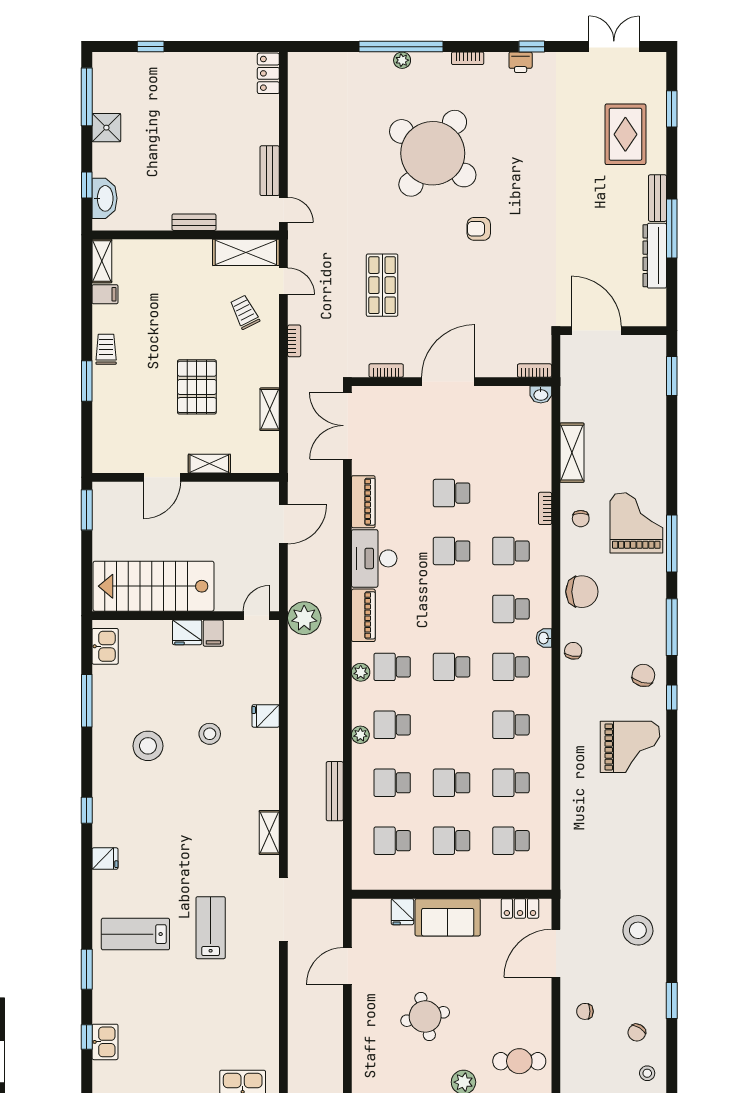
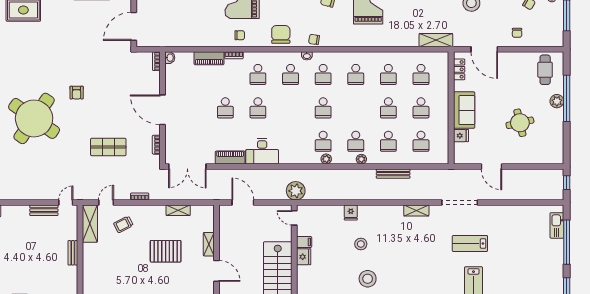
shelving: (572, 453) -> (436, 40), moved
piano: (363, 615) -> (209, 58), moved, turned 180

